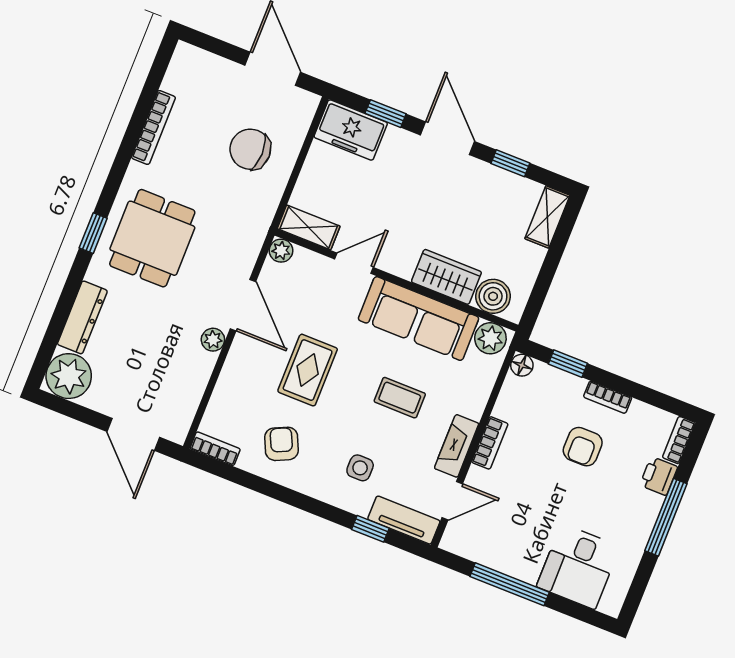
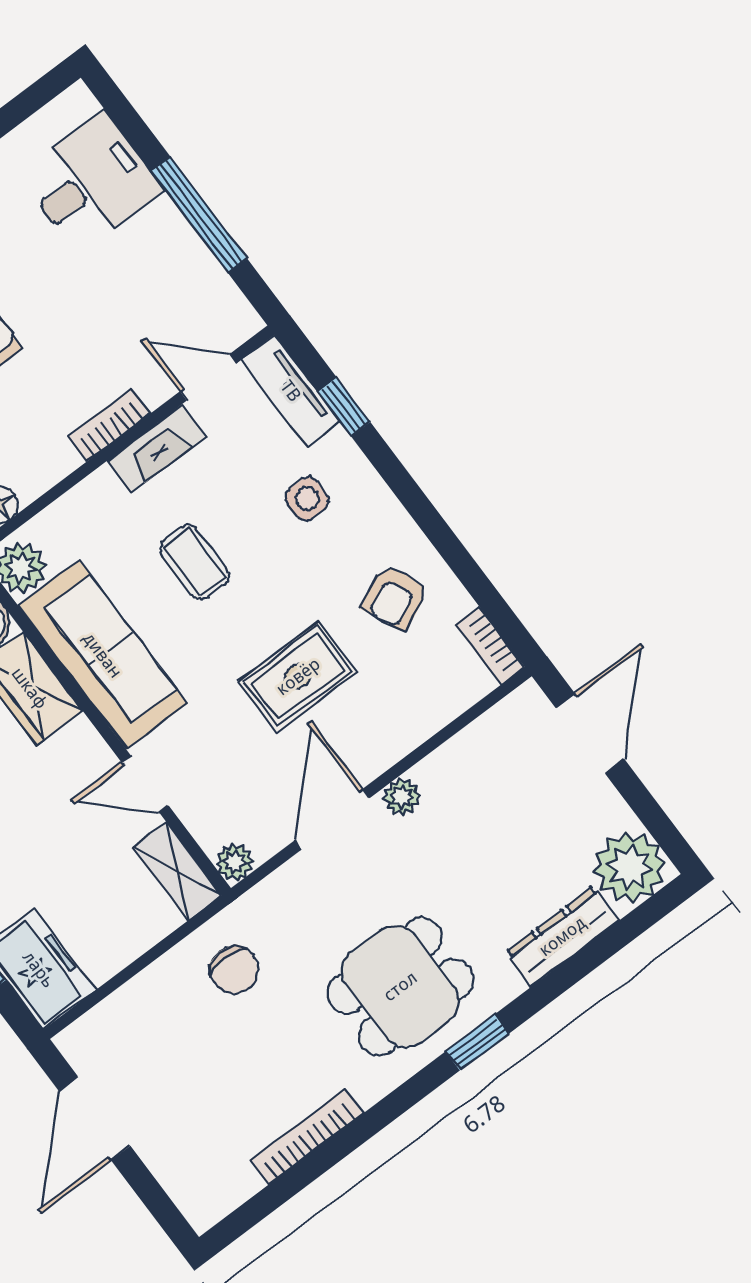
chair: (250, 149) -> (234, 970), moved, width x0.73, depth x0.73

